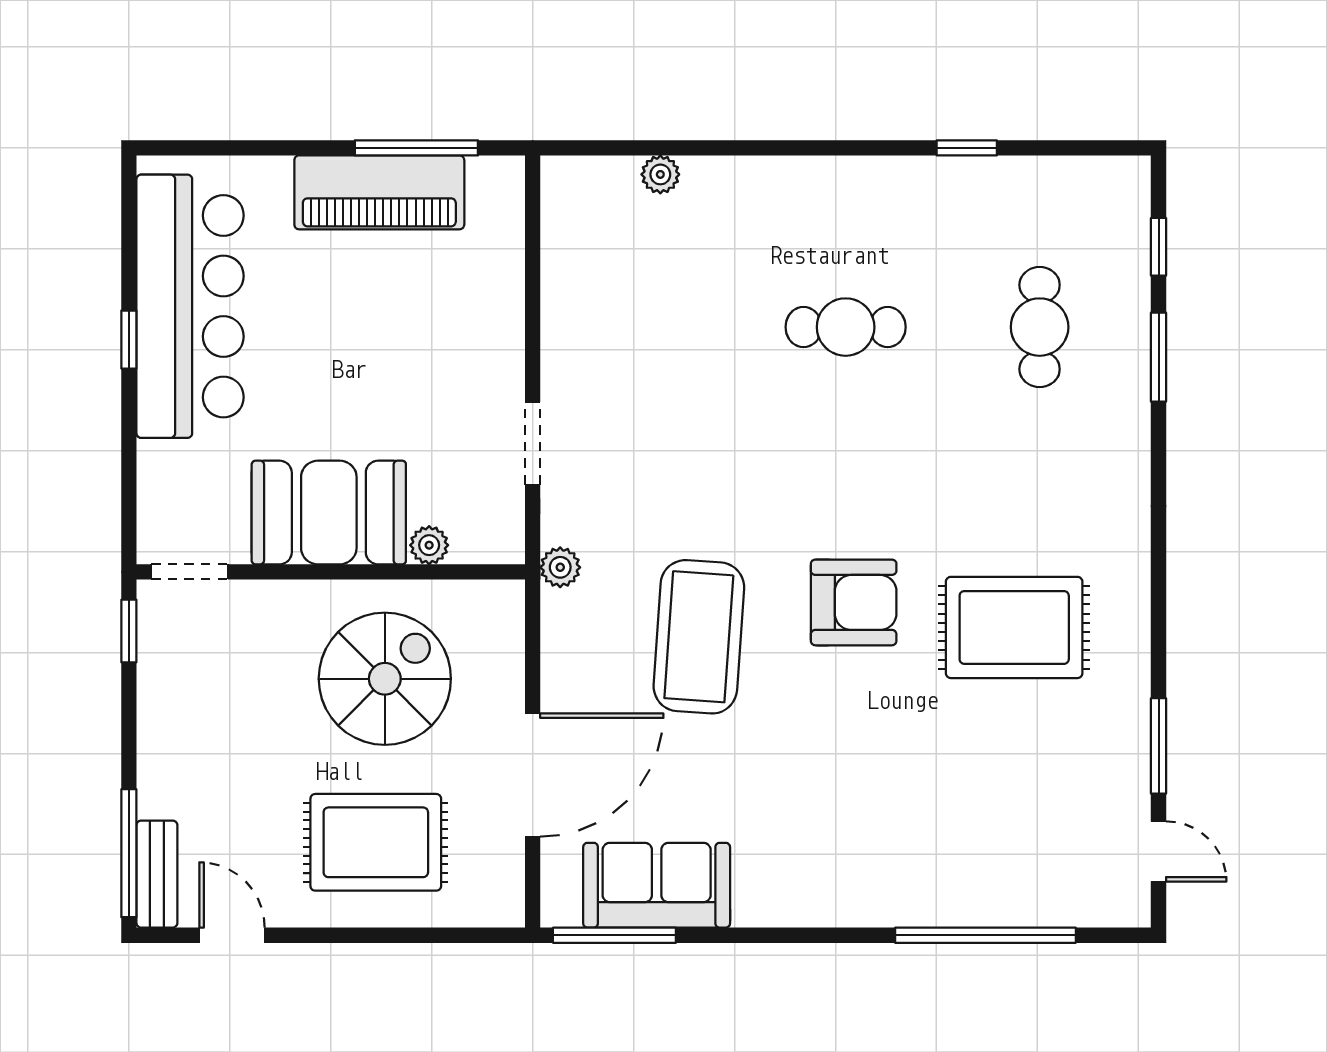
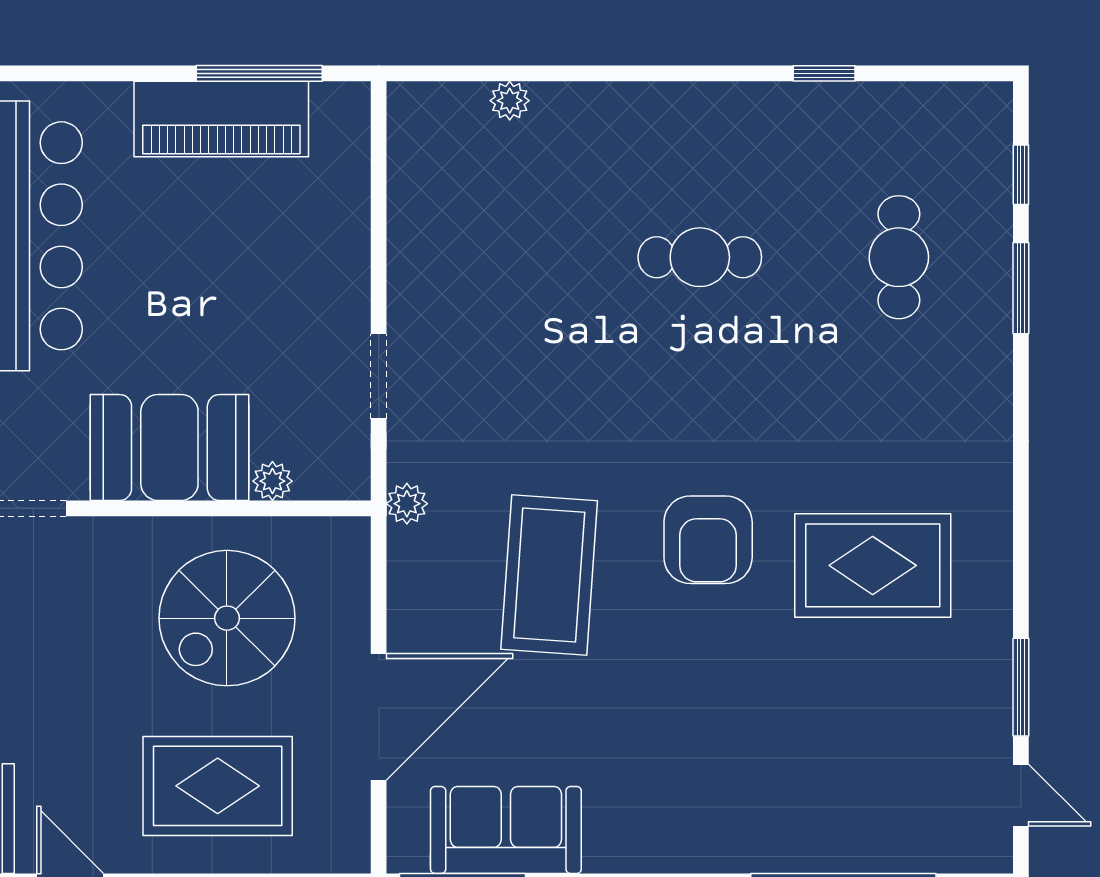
armchair: (854, 602) -> (708, 540), turned 90
spiral stairs: (385, 679) -> (227, 618), turned 180

